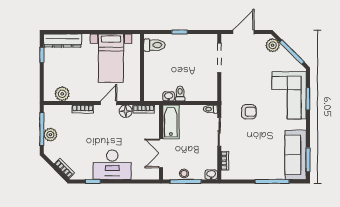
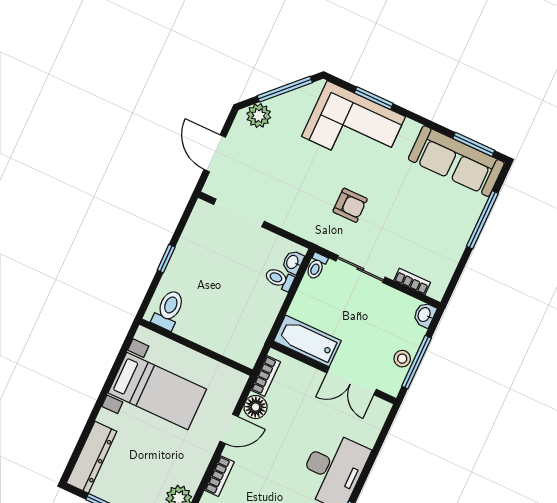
toilet: (180, 93) -> (279, 279), moved
washbasin: (169, 96) -> (293, 262), moved
door: (109, 103) -> (229, 429), swing flipped
armchair: (249, 112) -> (350, 205), turned 90

